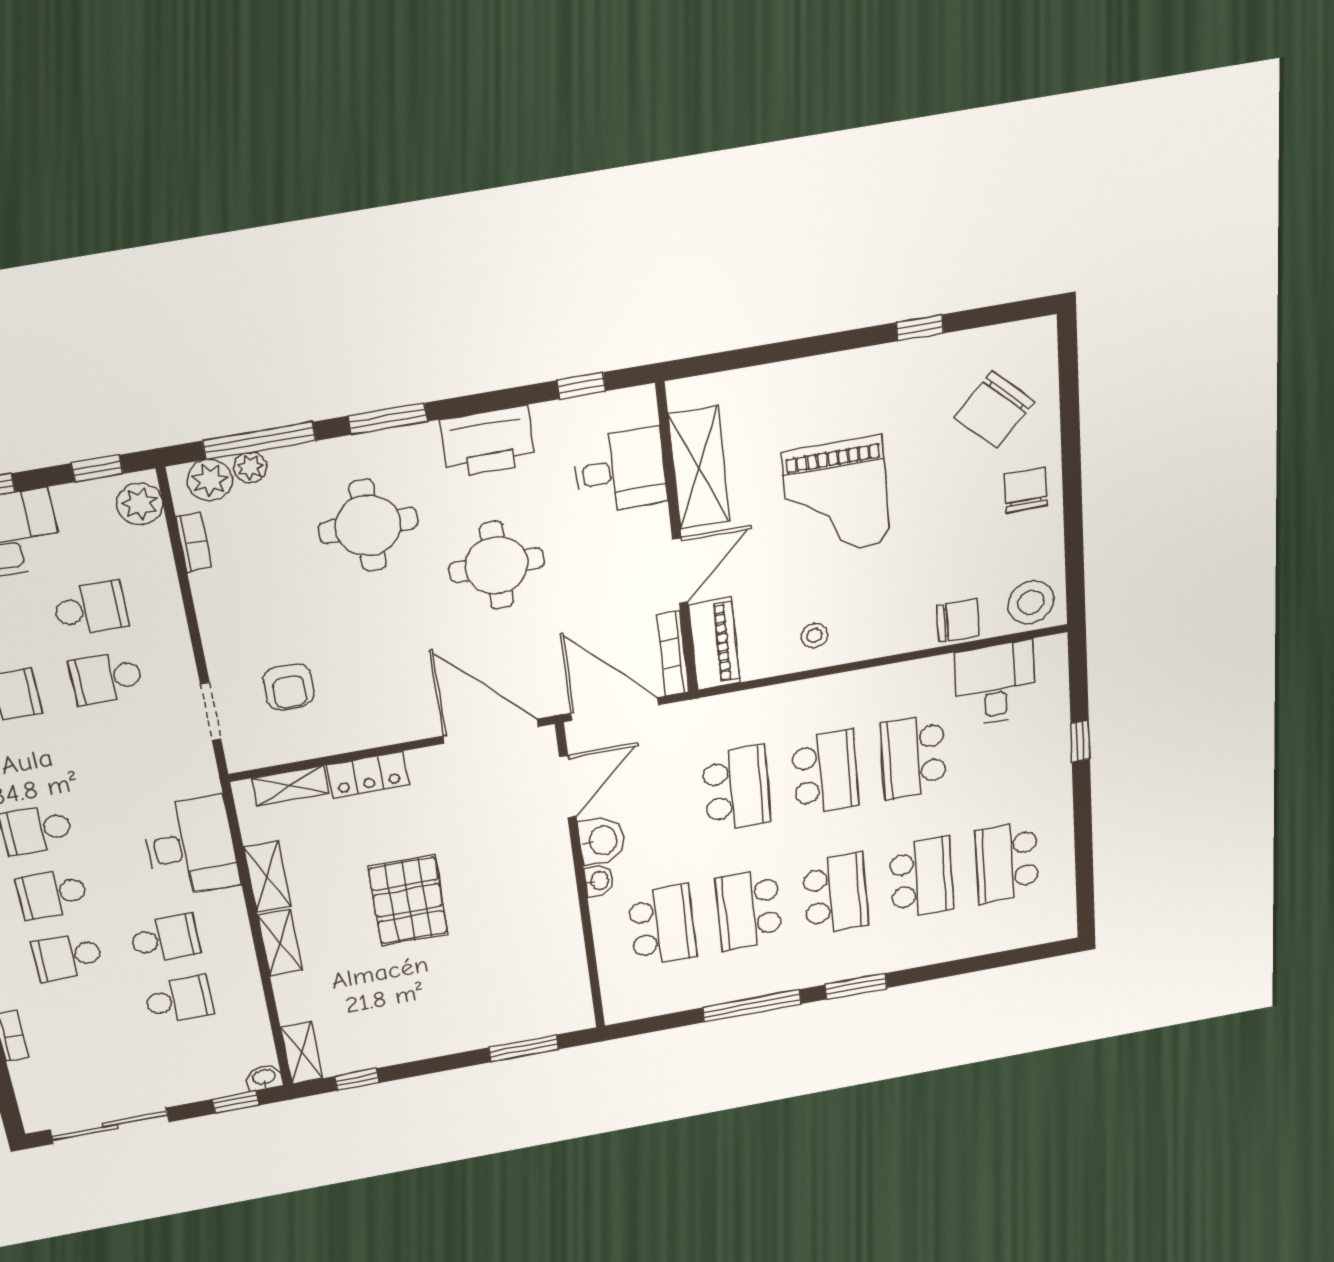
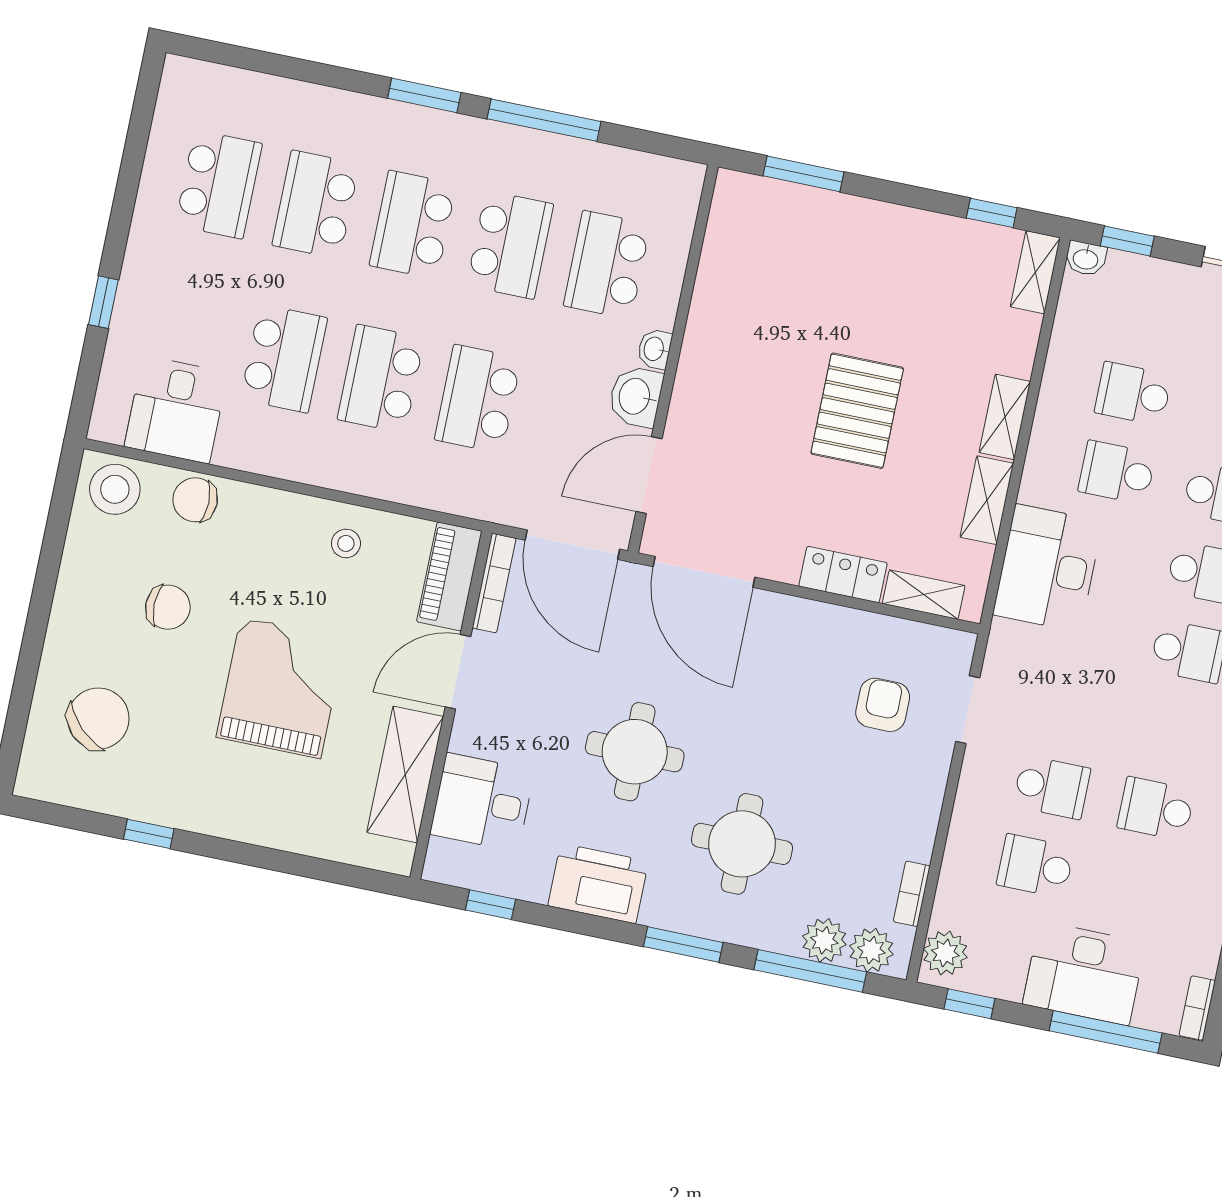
plant: (250, 468) -> (824, 940), width x1.38, depth x1.38
chair: (1026, 490) -> (168, 607), moved, turned -90

